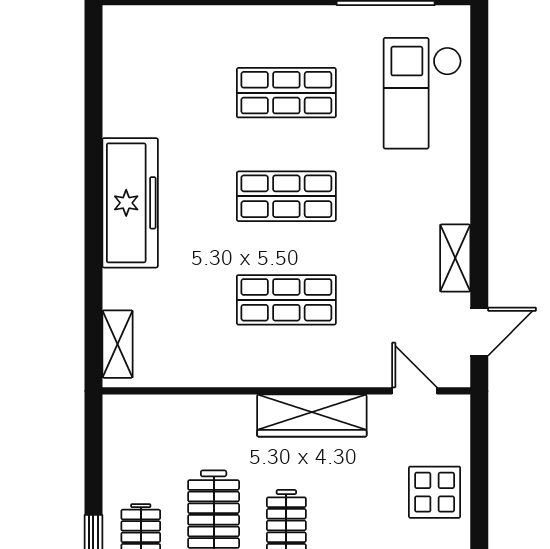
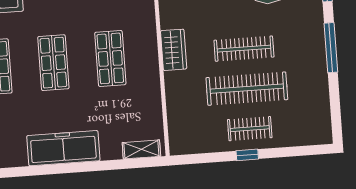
wardrobe: (312, 416) -> (174, 50), width x0.67

